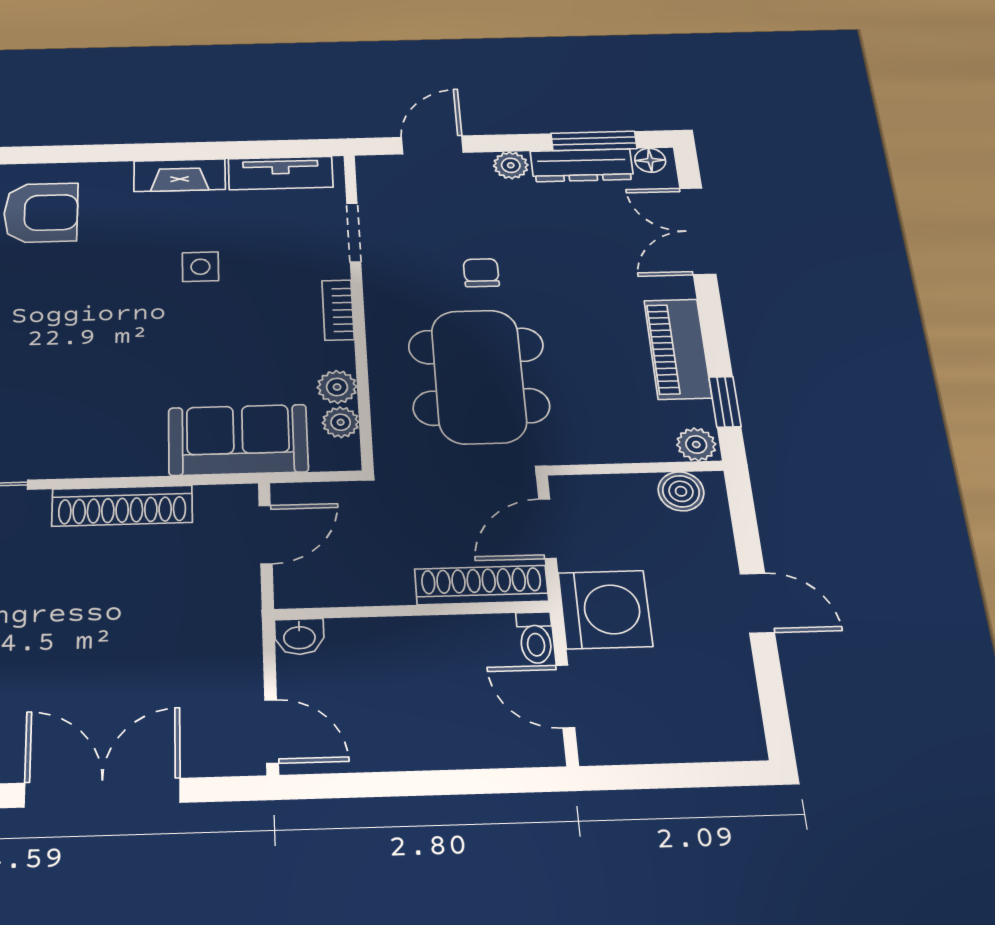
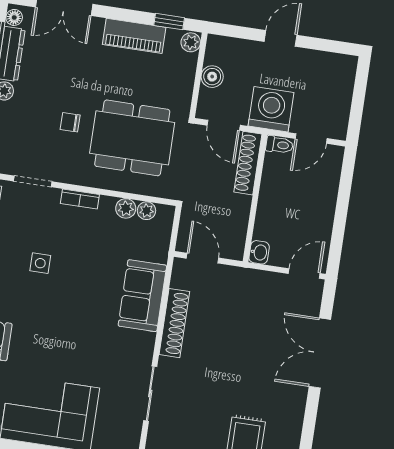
sofa: (238, 440) -> (142, 296), moved
boiler: (681, 491) -> (212, 77), moved

